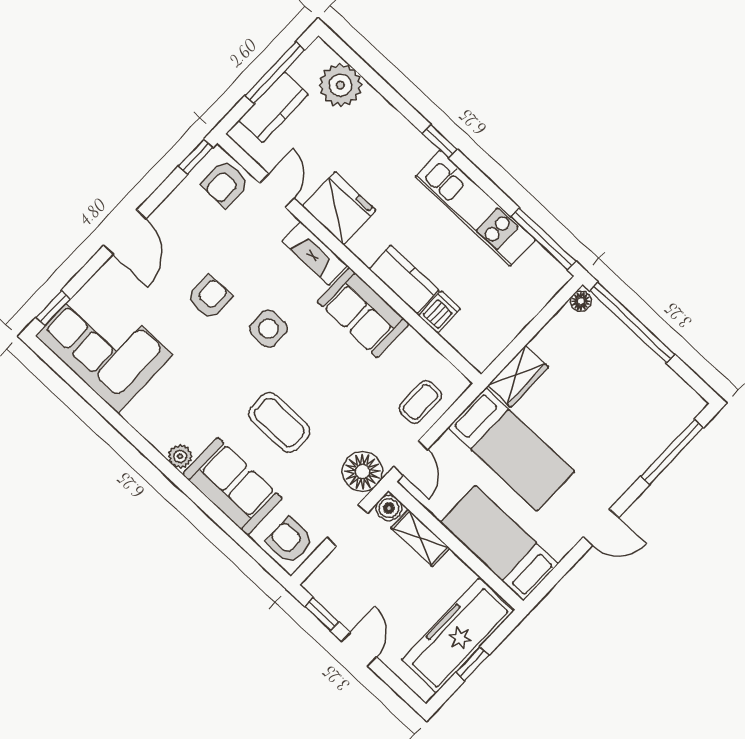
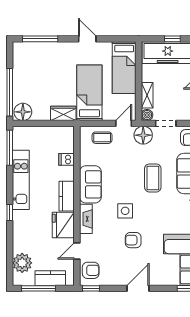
kitchen counter: (404, 279) -> (67, 196), moved
floor lamp: (581, 301) -> (23, 112), width x1.89, depth x1.89

